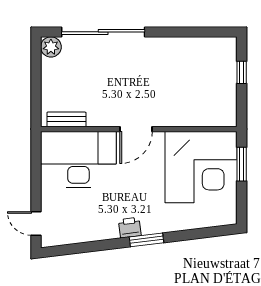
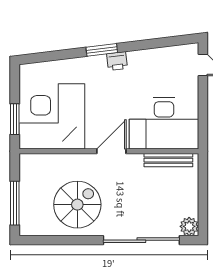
spiral stairs: (173, 71) -> (77, 205), added
window: (242, 72) -> (15, 203), width x2.17
bench: (66, 119) -> (168, 160), width x1.36

